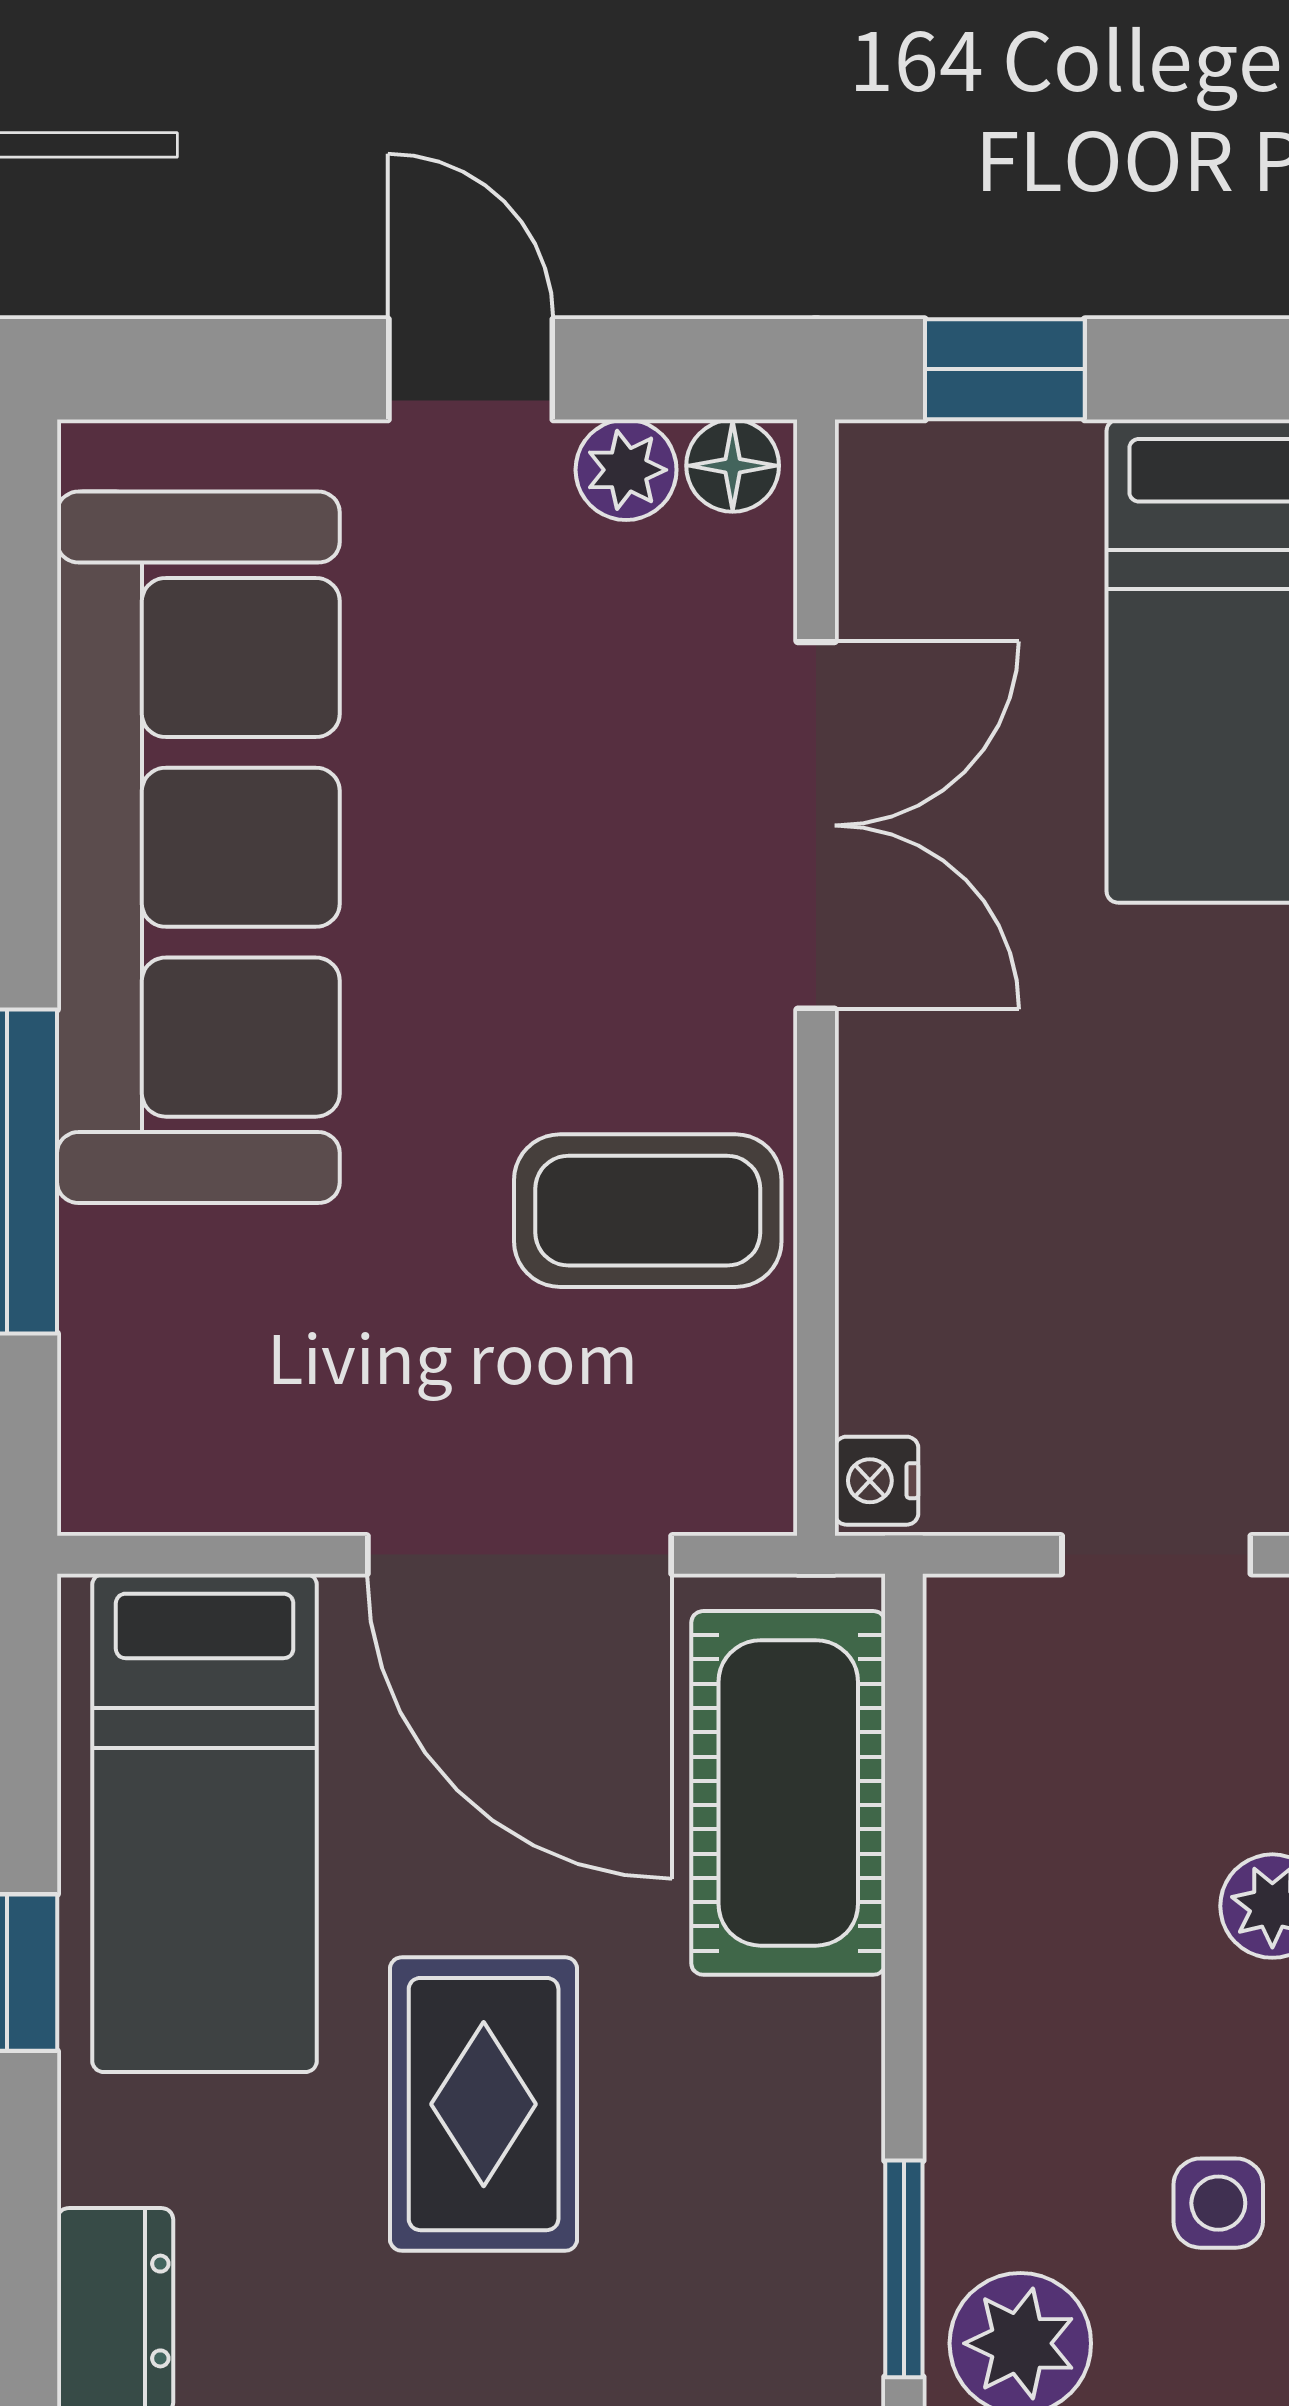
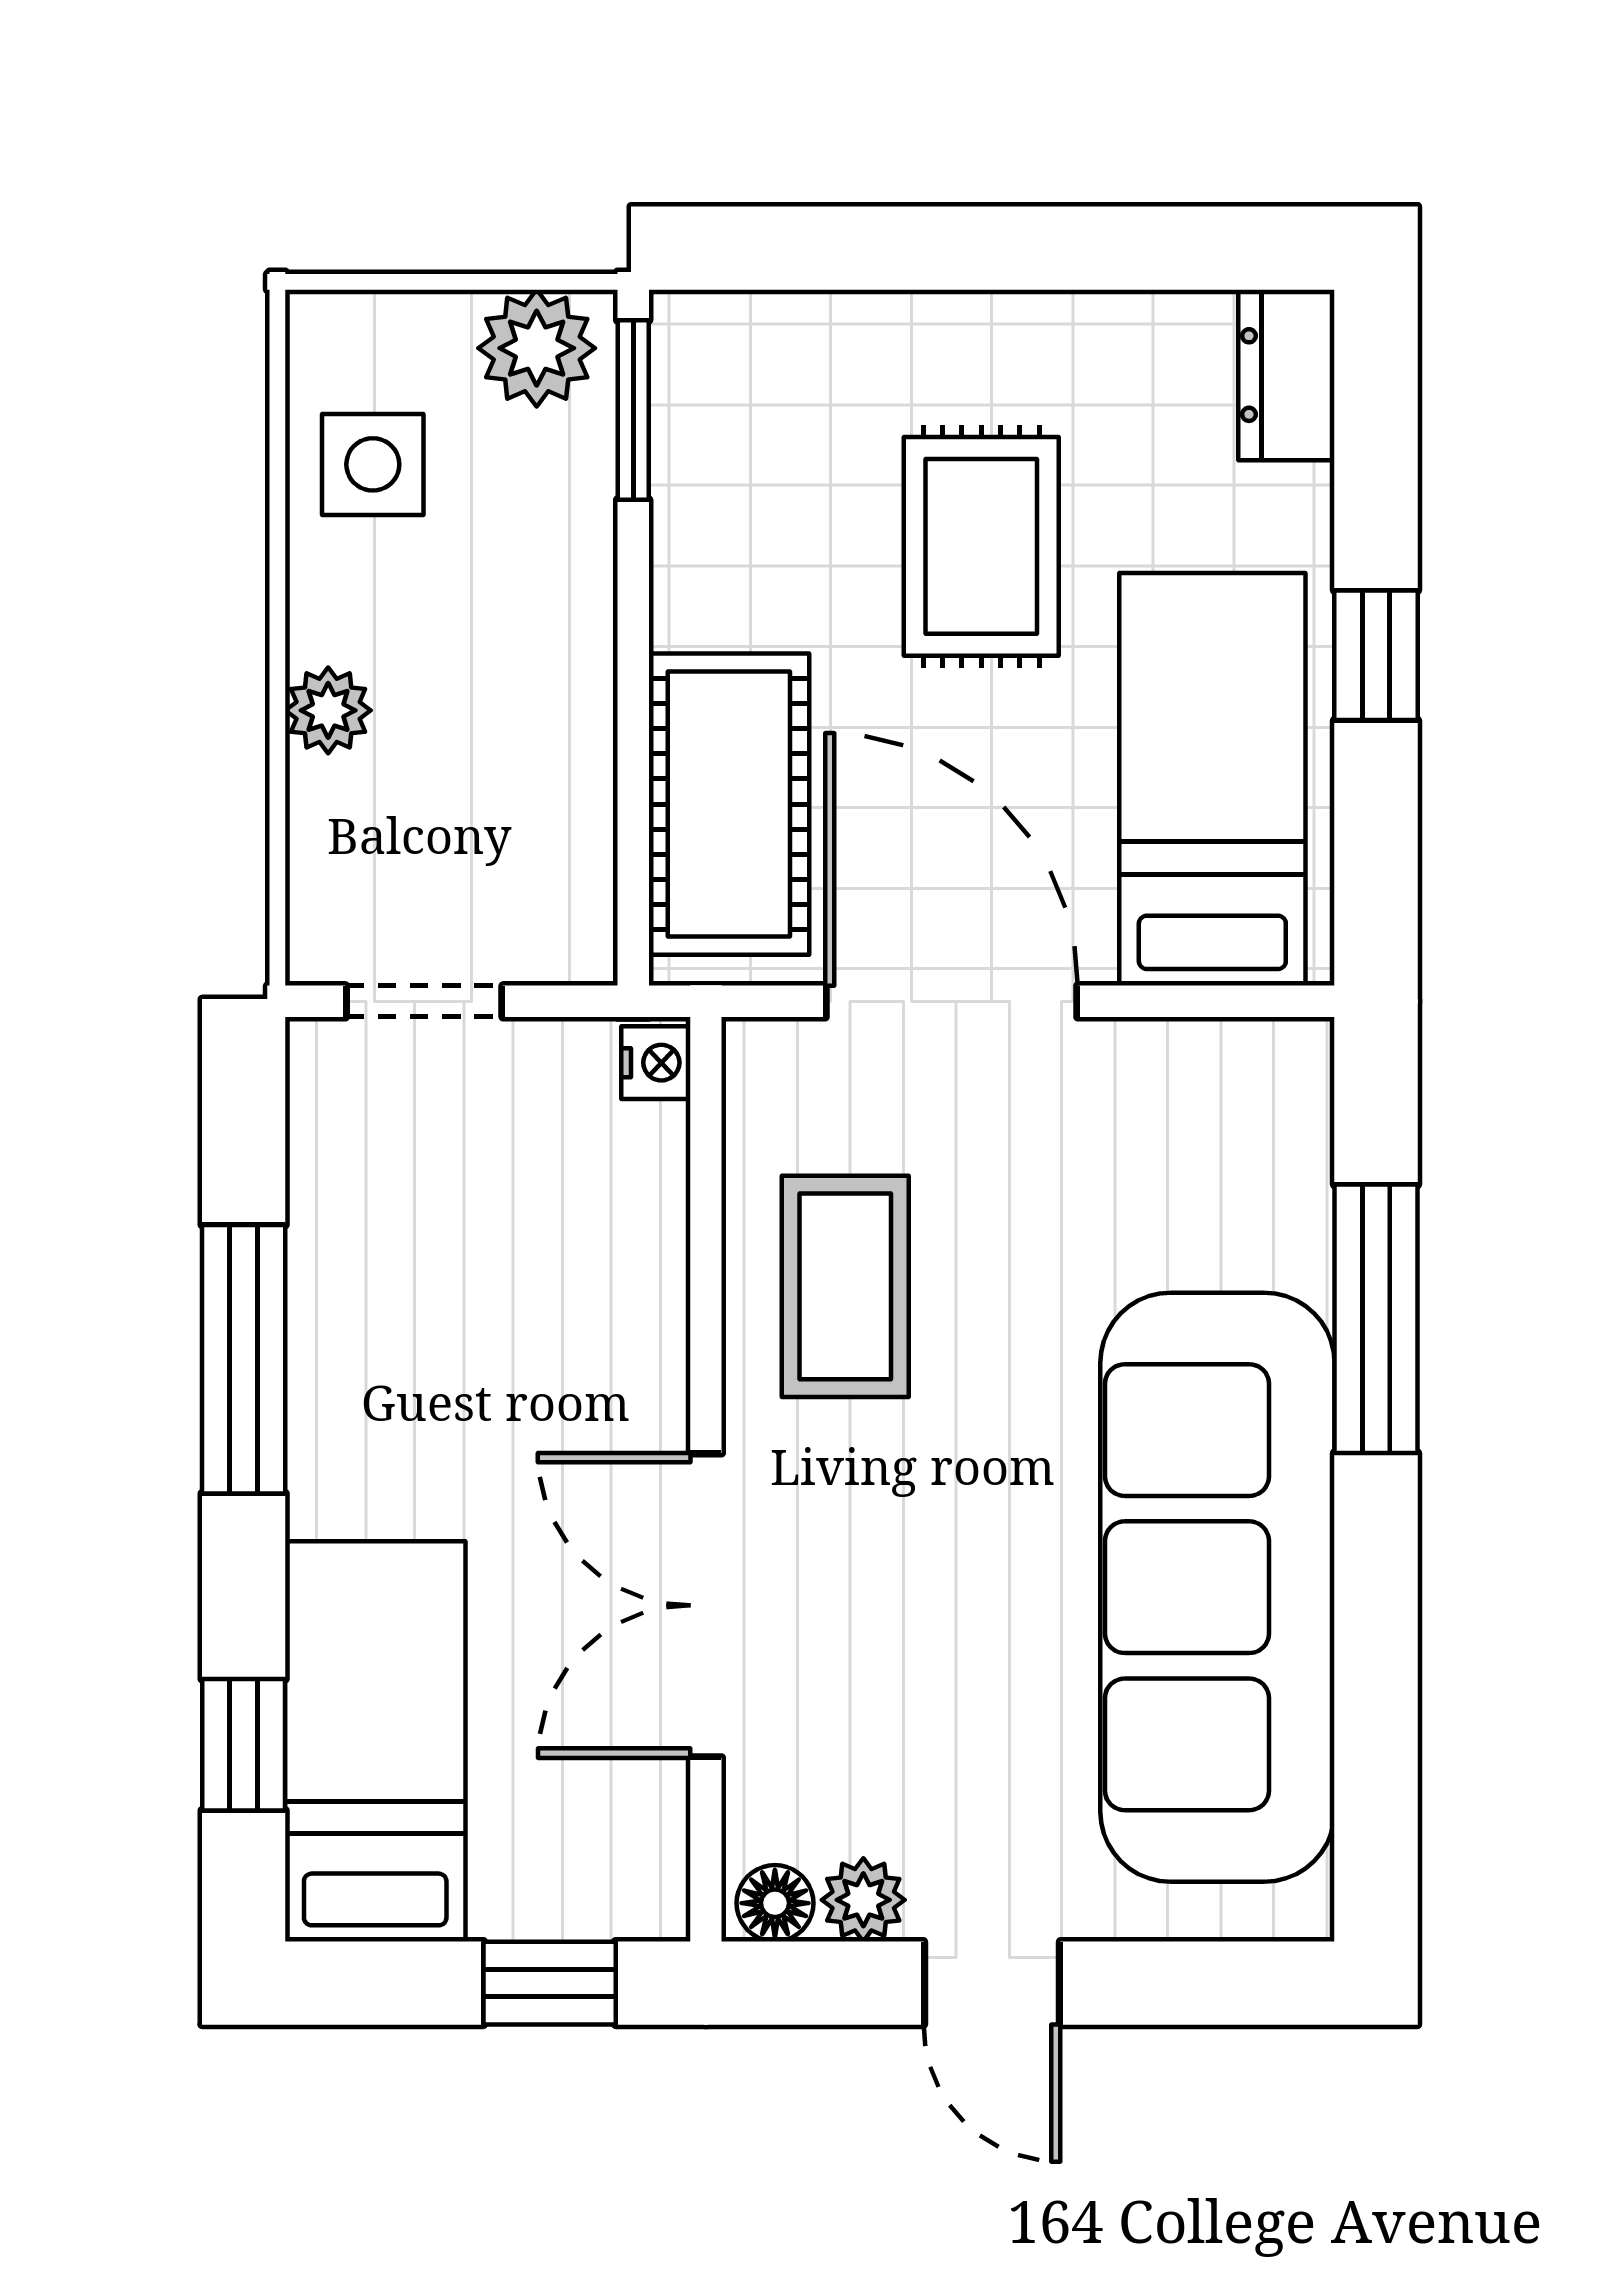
coffee table: (648, 1211) -> (845, 1286), turned 90
side table: (1218, 2203) -> (373, 464), width x1.37, depth x1.37

